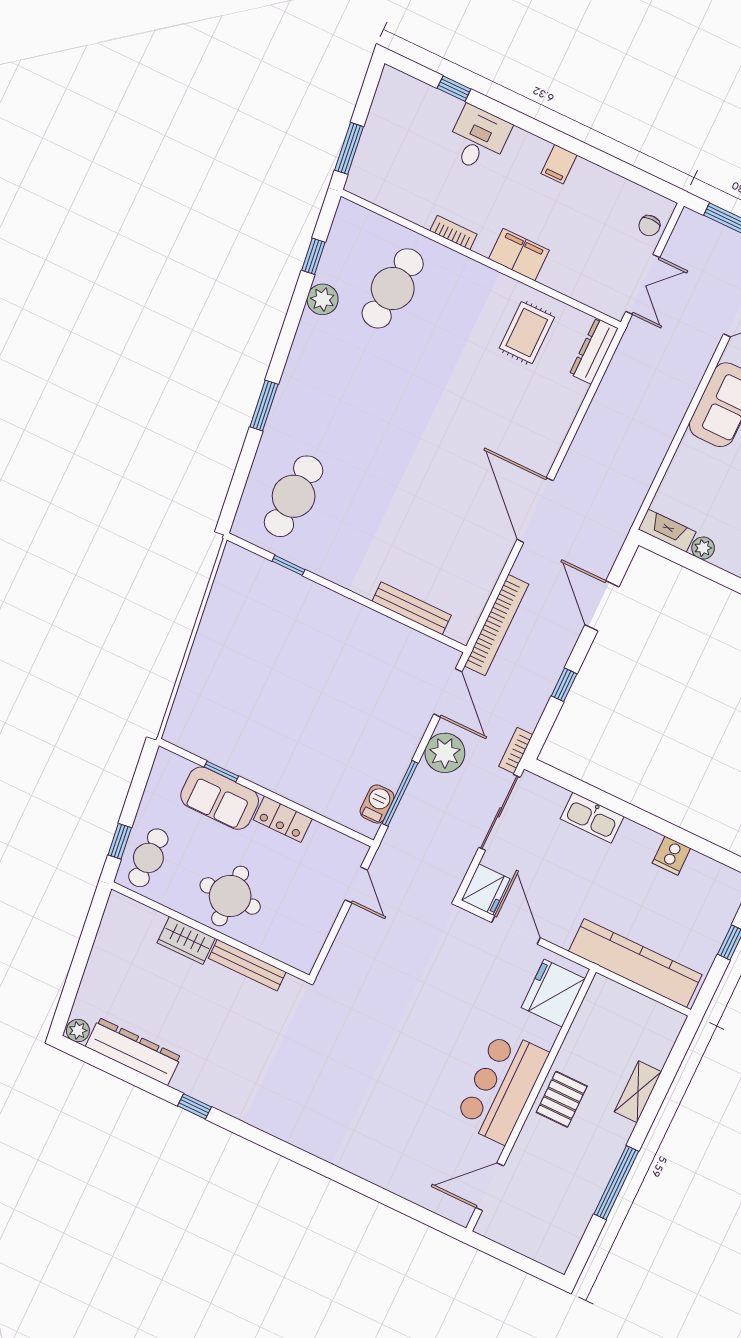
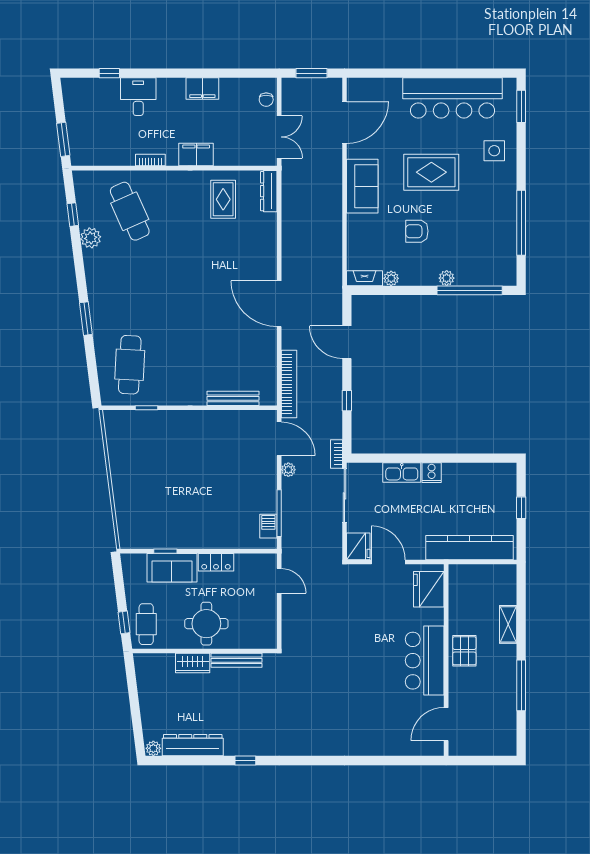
filing cabinet: (559, 164) -> (202, 89), width x2.00
cafe table: (393, 288) -> (130, 211), turned -30
plant: (445, 753) -> (288, 470), width x0.53, depth x0.53
cooker: (671, 856) -> (432, 473), moved

